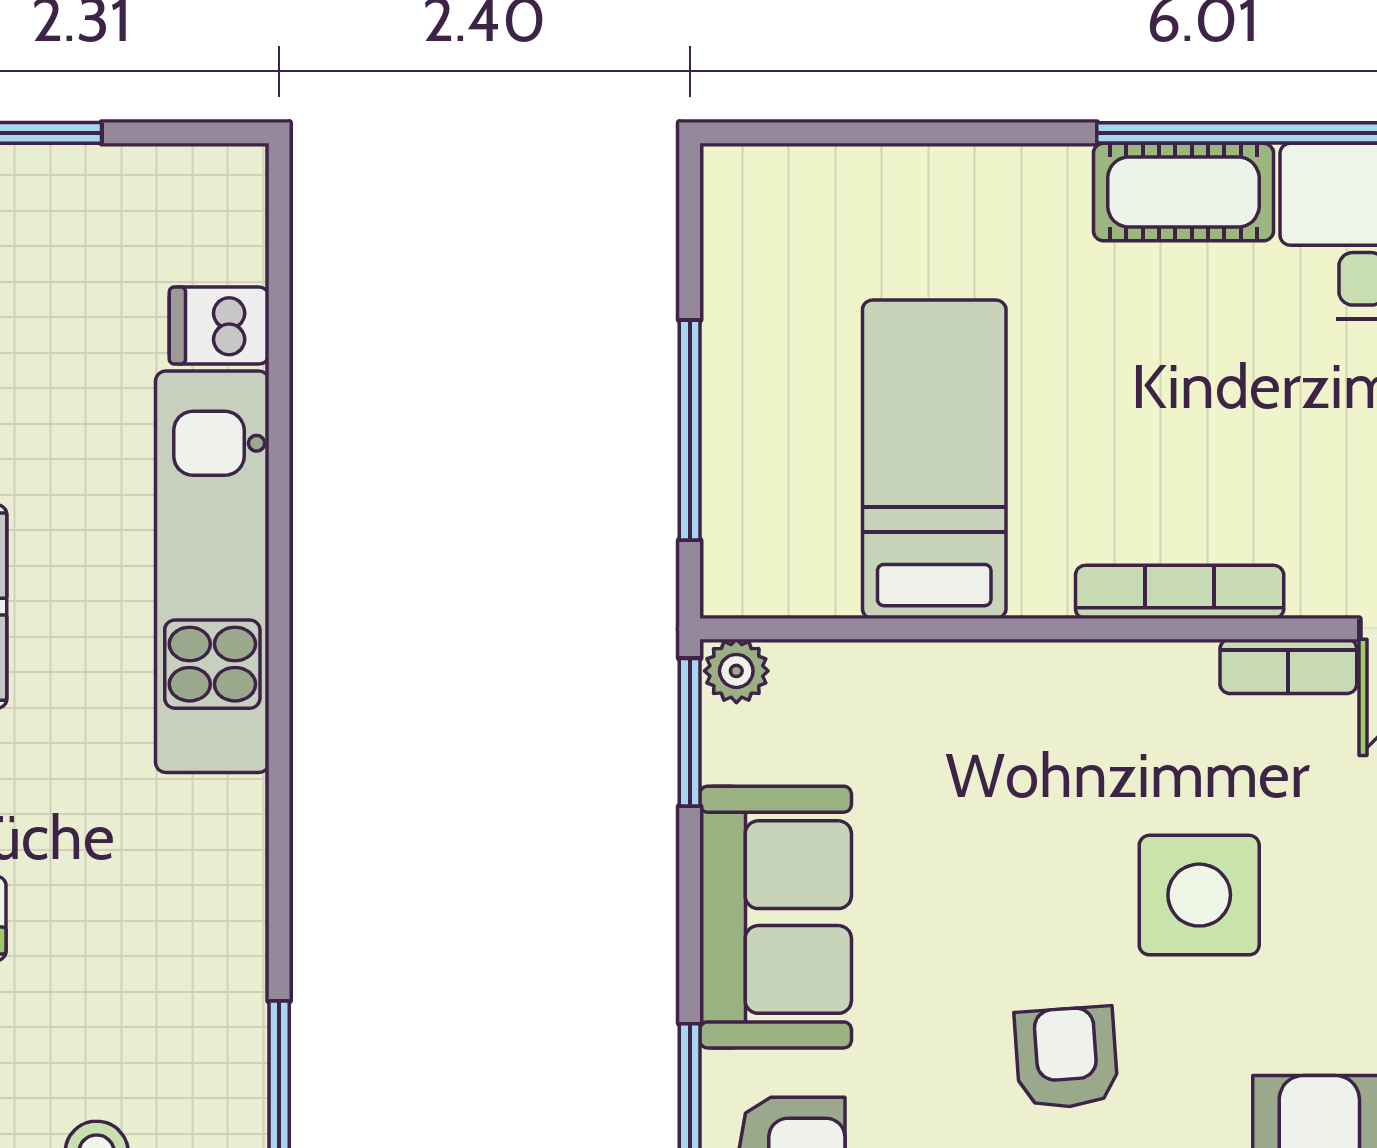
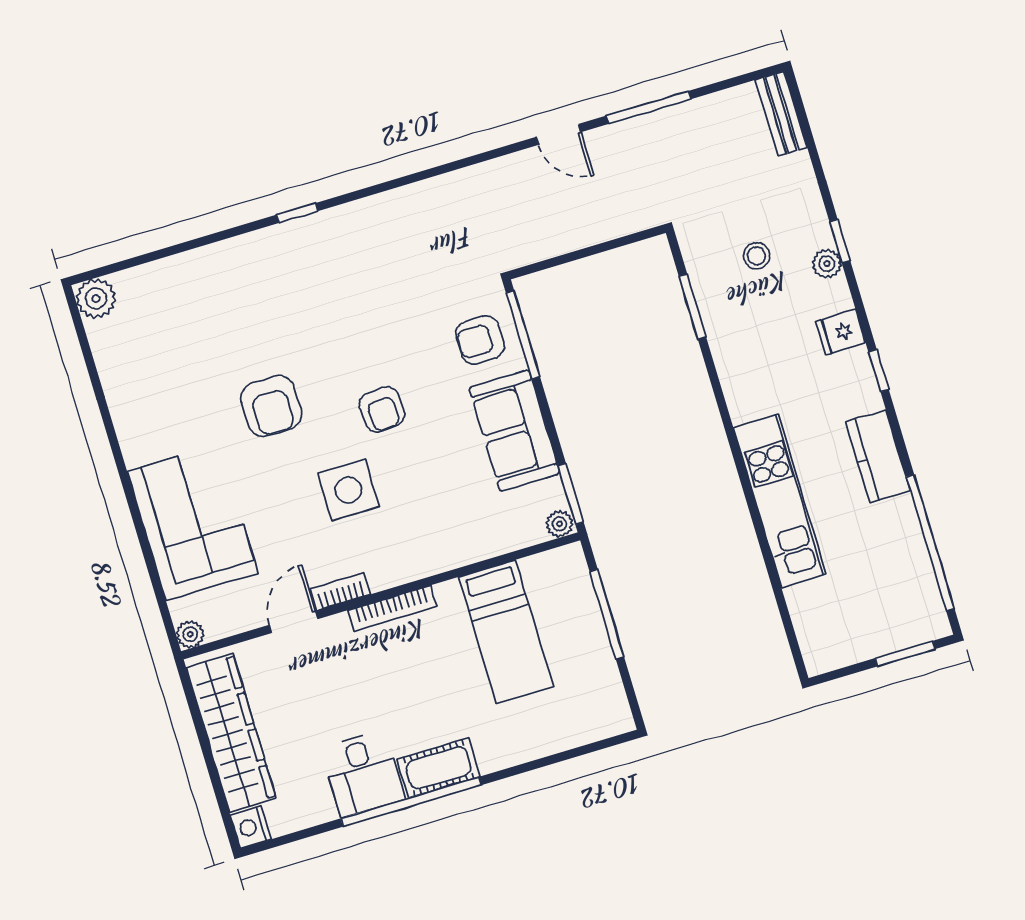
dishwasher: (219, 326) -> (806, 600), removed

